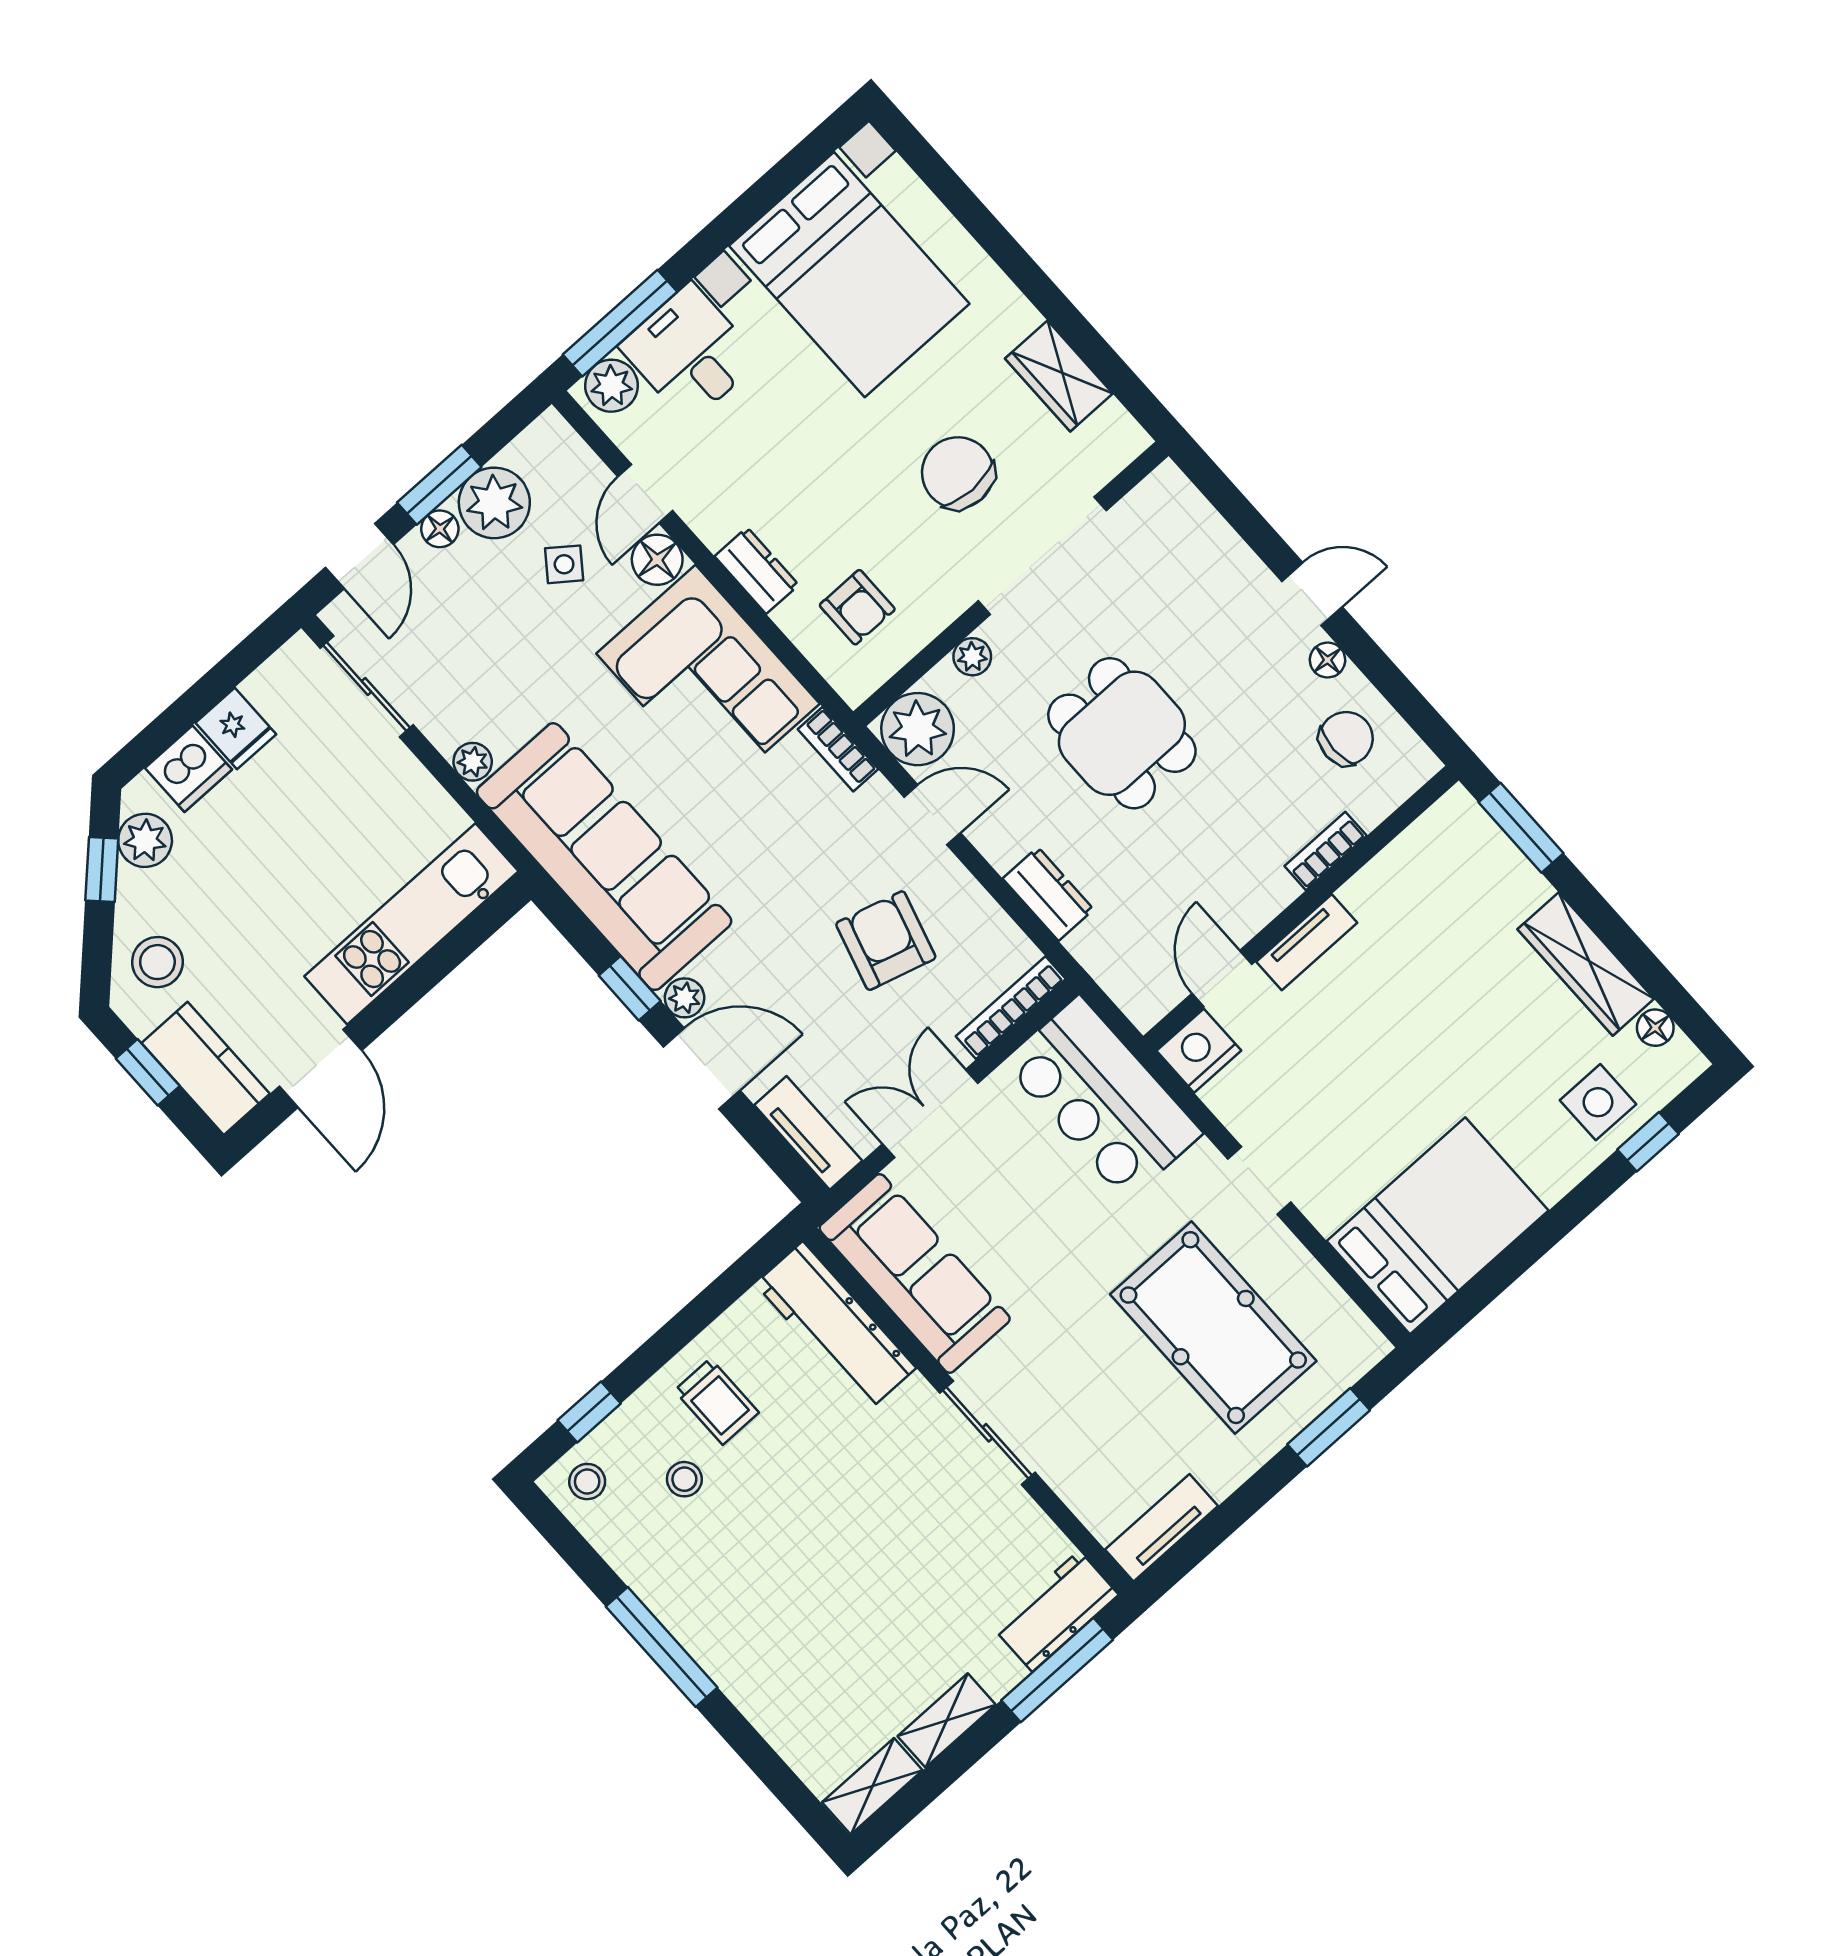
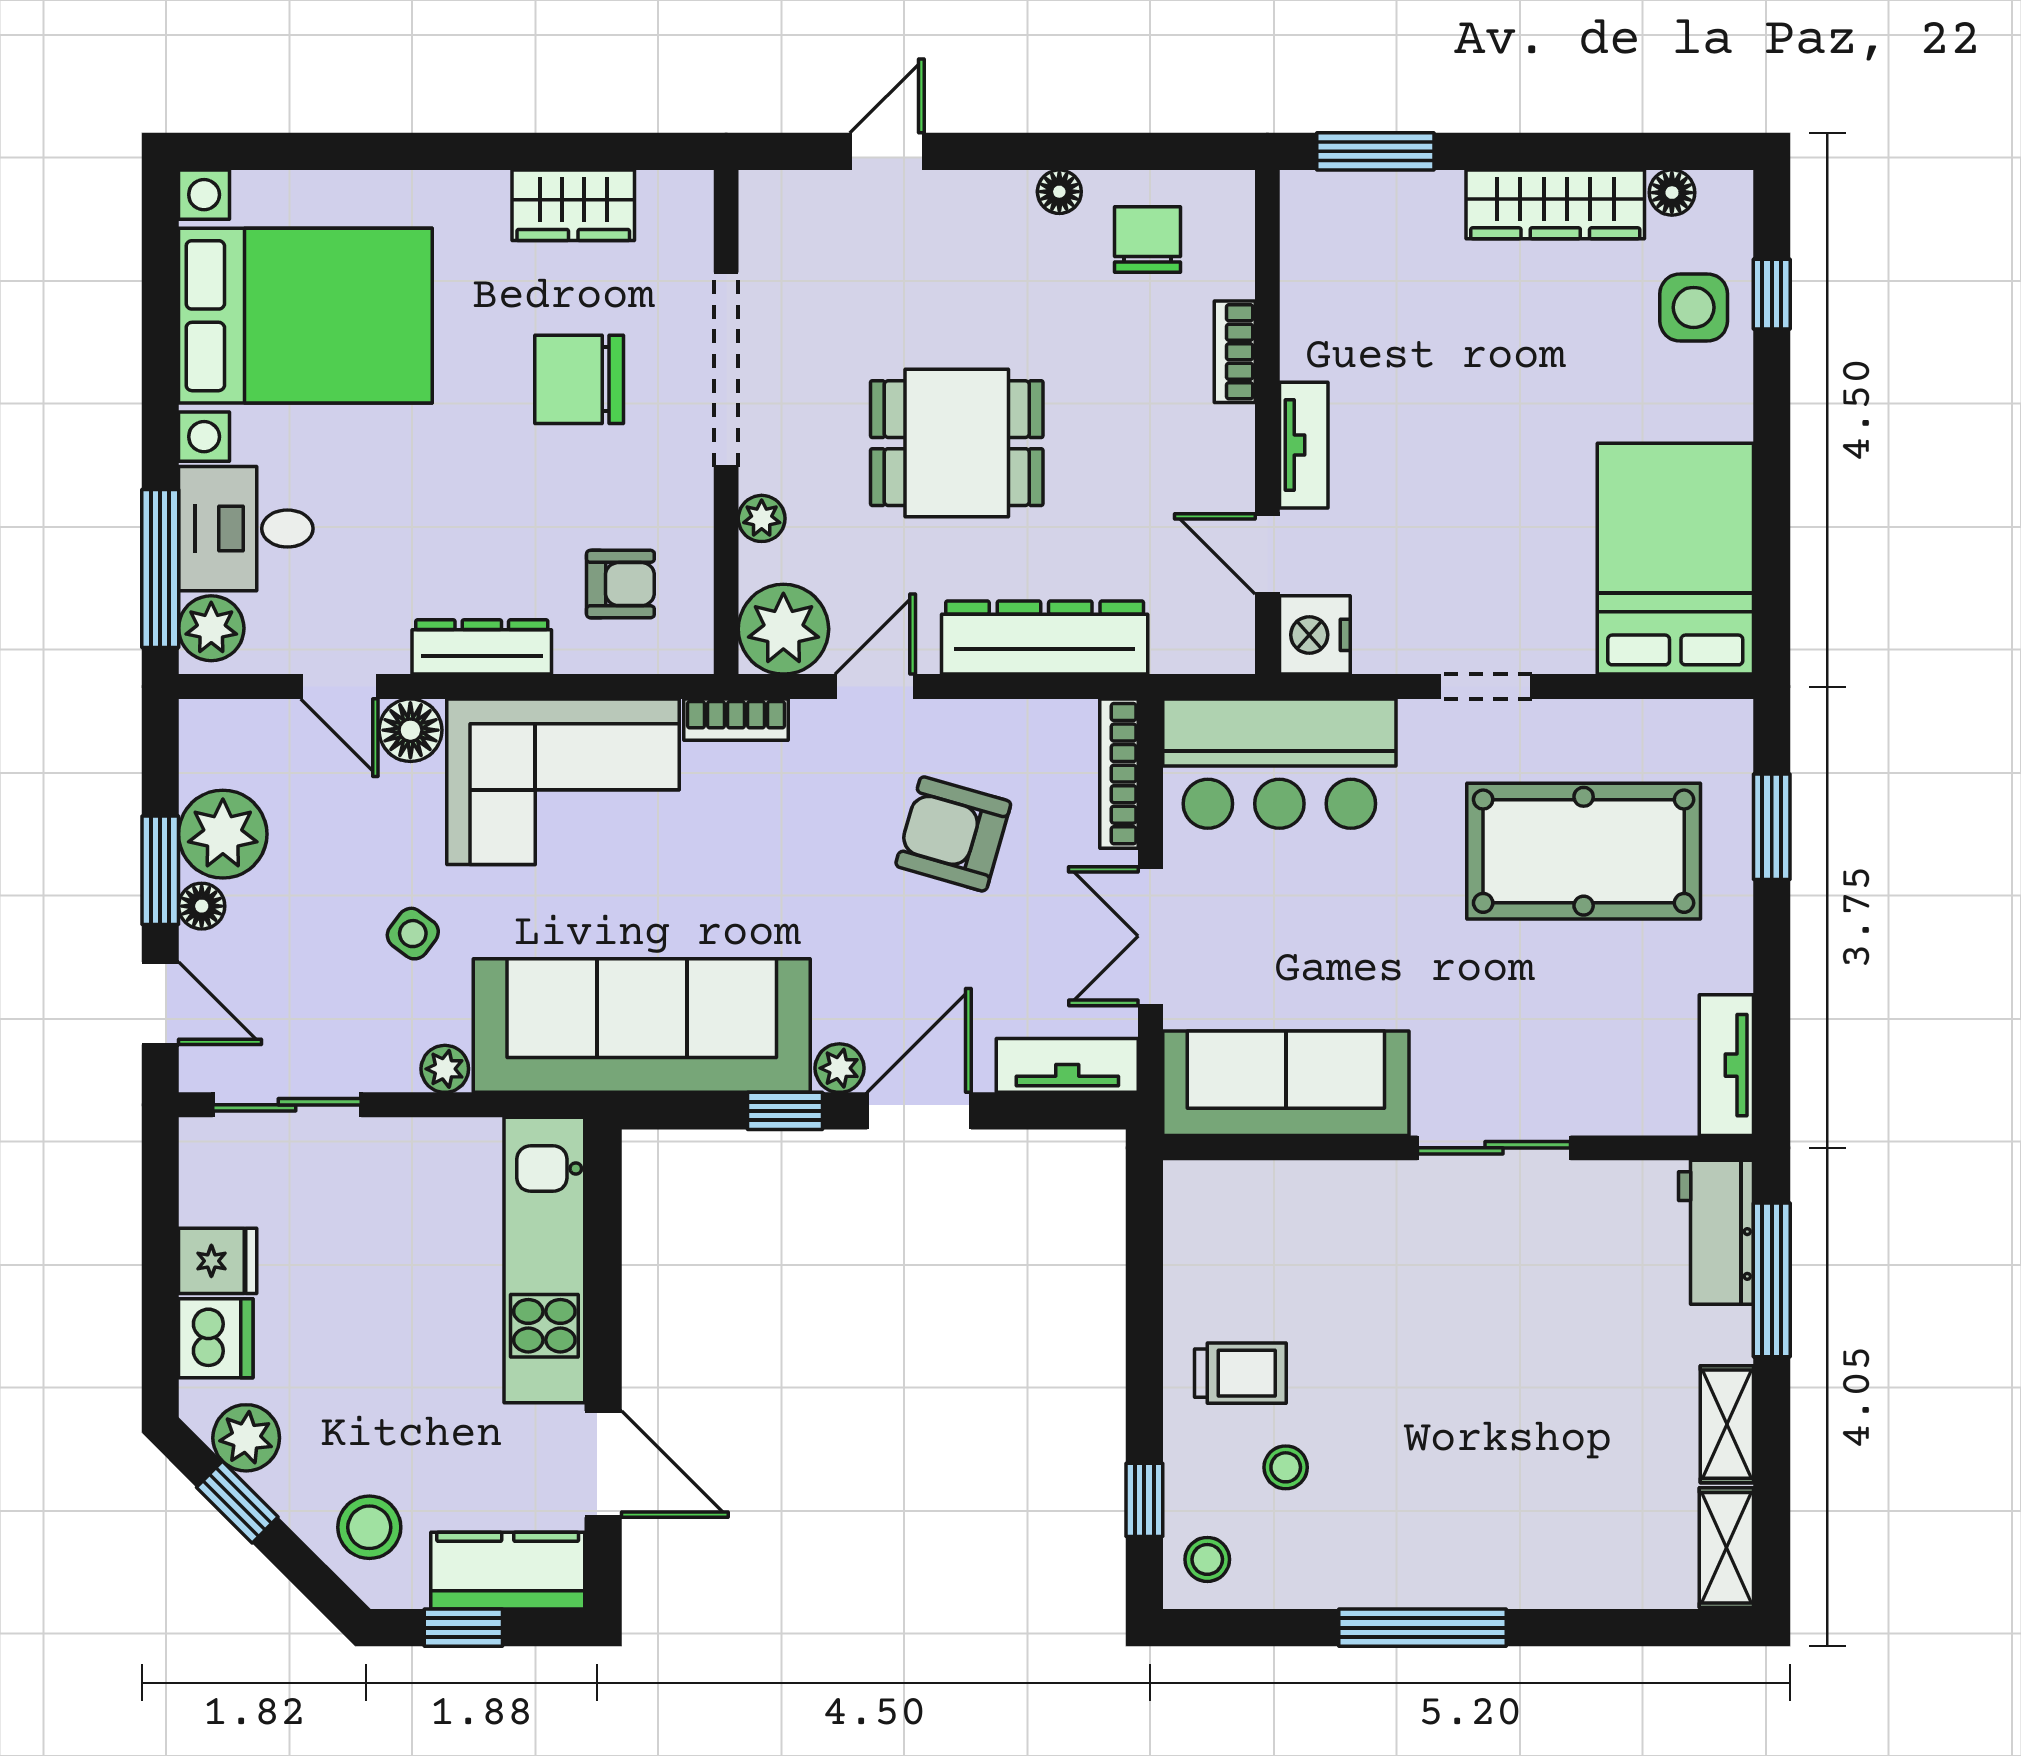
side table: (564, 564) -> (413, 934), moved
dresser: (757, 571) -> (482, 647), width x1.44
door: (1312, 594) -> (887, 151), moved
dresser: (1048, 894) -> (1045, 638), width x1.96, depth x1.24
workbench: (836, 1326) -> (1269, 1200), removed

